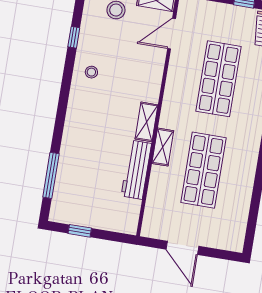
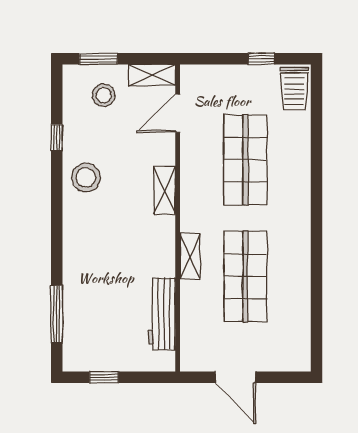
stool: (91, 72) -> (86, 177), width x1.89, depth x1.89
shelving: (147, 122) -> (165, 190), moved
workbench: (136, 170) -> (162, 314), moved

